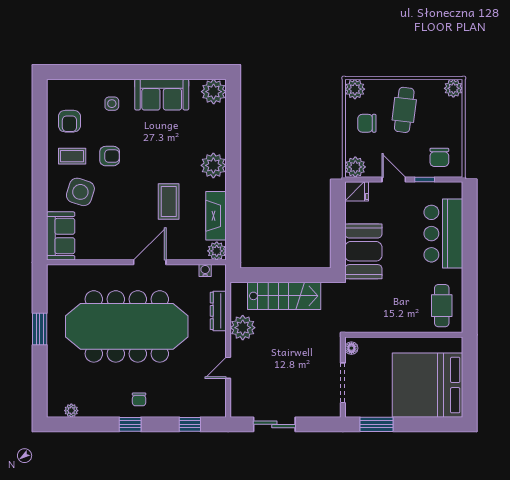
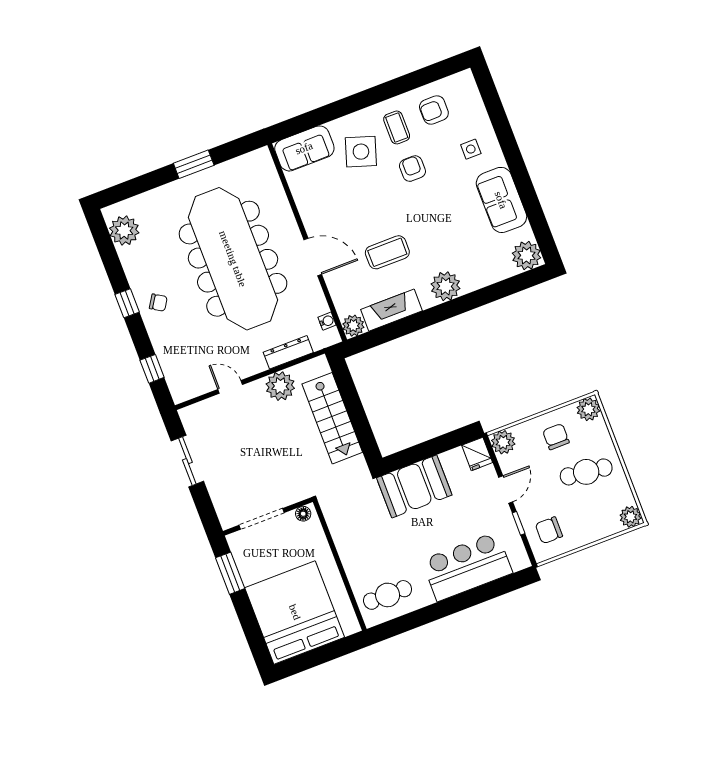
armchair: (110, 156) -> (412, 169), turned 180
chair: (139, 399) -> (158, 303), turned -148
plant: (71, 411) -> (124, 231), width x1.88, depth x1.88

